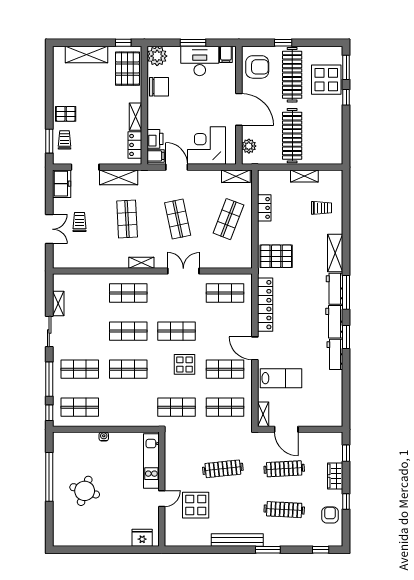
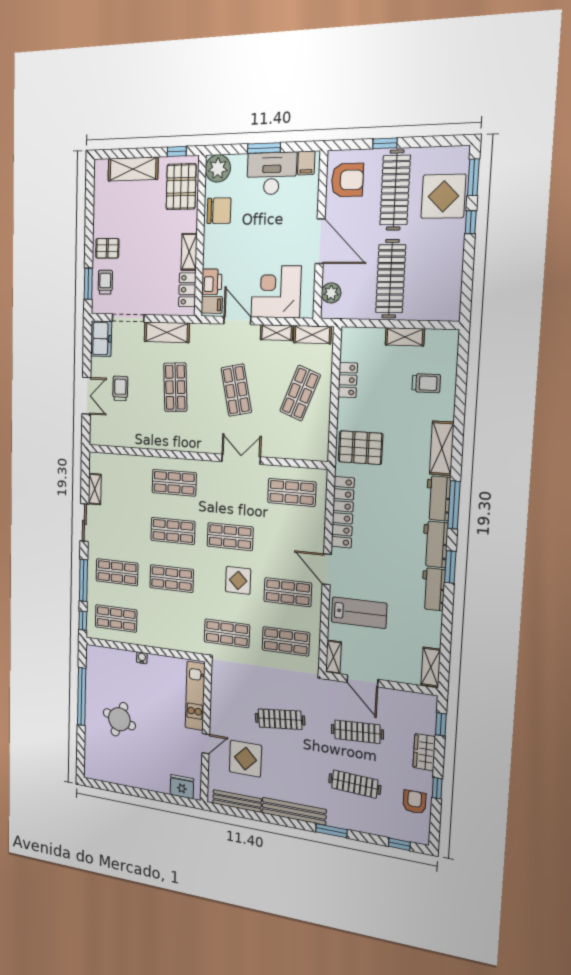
shelving: (141, 263) -> (277, 333), moved
shelving: (336, 412) -> (431, 667), added
bench: (190, 541) -> (237, 801), added

